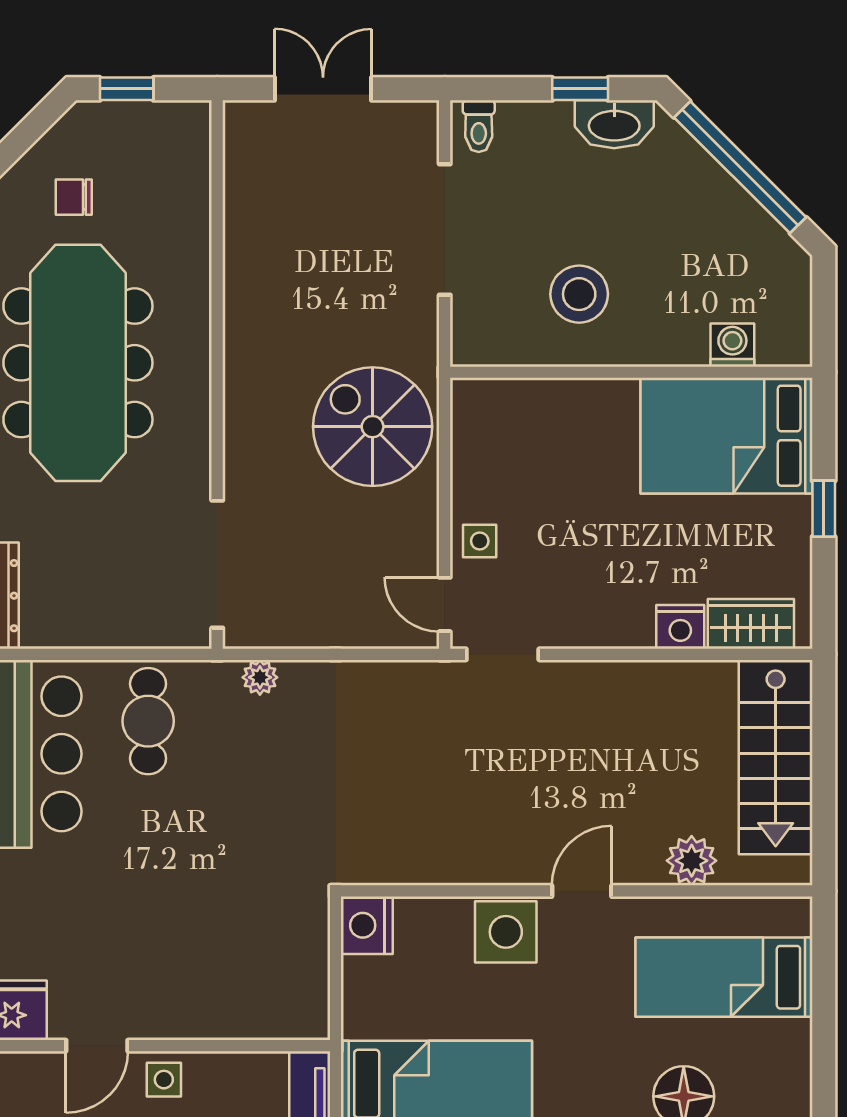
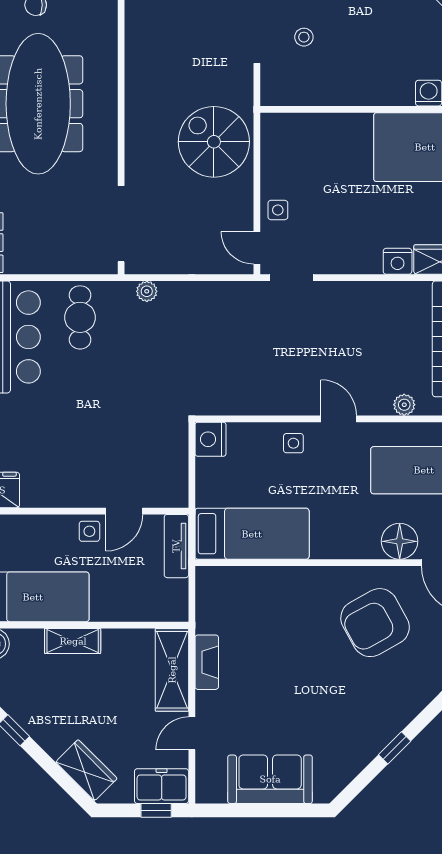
stool: (579, 294) -> (304, 37), moved, width x0.53, depth x0.53
plant: (692, 861) -> (404, 405), width x0.73, depth x0.73
door: (582, 891) -> (339, 419), hinge flipped
side table: (506, 932) -> (293, 443), width x0.54, depth x0.54
door: (97, 1046) -> (124, 511), moved

